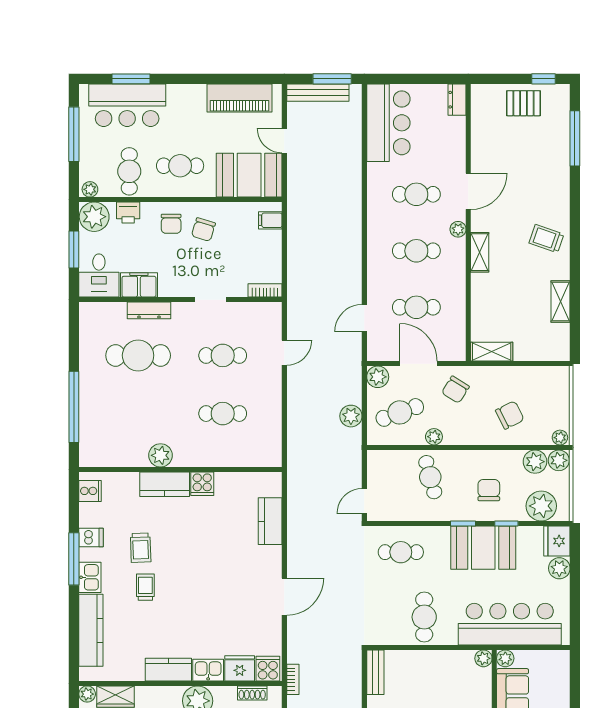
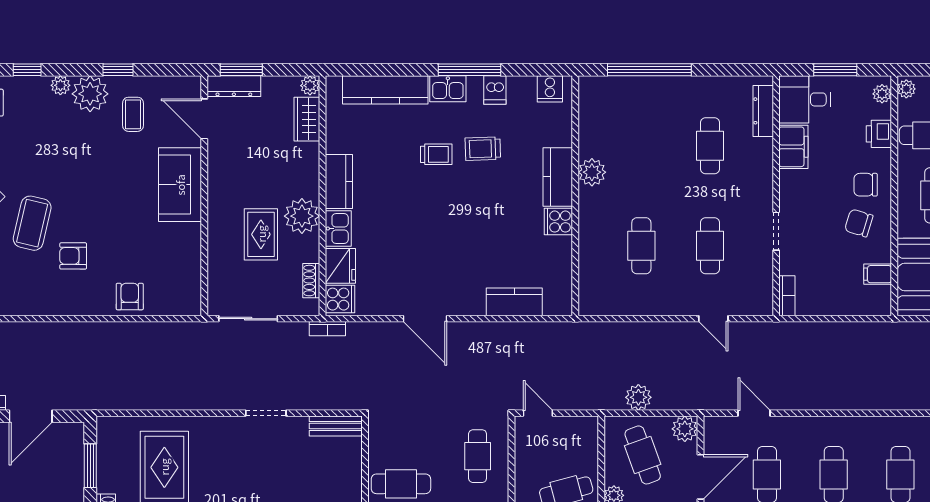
plant: (94, 217) -> (882, 94), width x0.53, depth x0.53
filing cabinet: (270, 220) -> (878, 274), moved, turned -90
dresser: (149, 310) -> (763, 111), moved
cafe table: (138, 355) -> (710, 146), width x0.73, depth x0.74

